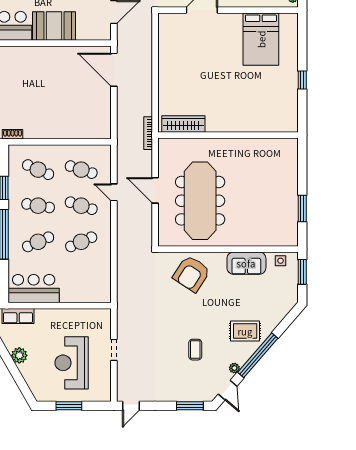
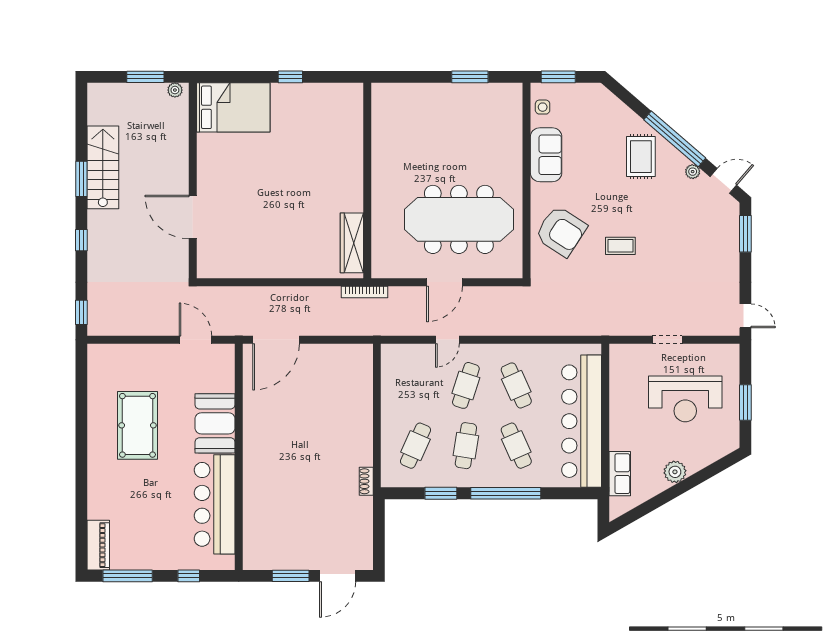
bed: (261, 39) -> (233, 107), moved
cafe table: (81, 170) -> (415, 385), removed
bar counter: (34, 289) -> (582, 421), width x1.86
coffee table: (195, 350) -> (620, 246), moved

